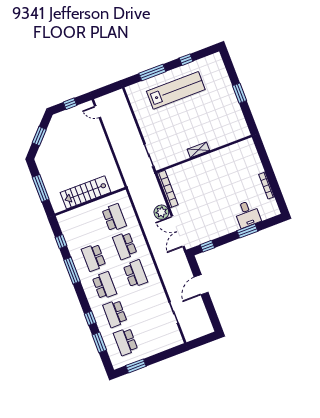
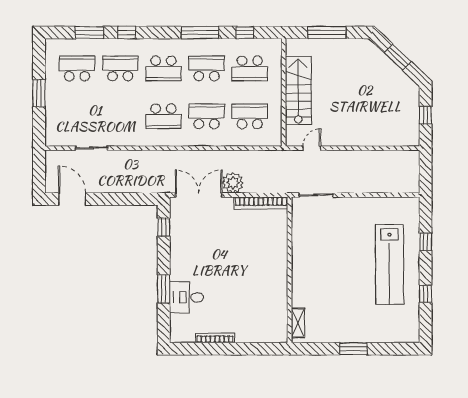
window: (152, 72) -> (426, 242), width x0.46
door: (97, 112) -> (312, 148), moved
shelving: (198, 150) -> (298, 323), moved
school desk: (114, 218) -> (250, 116), turned 180
school desk: (83, 229) -> (250, 68), added
door: (201, 285) -> (72, 199), moved
window: (136, 366) -> (39, 93), moved

